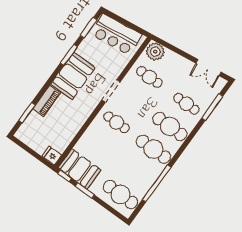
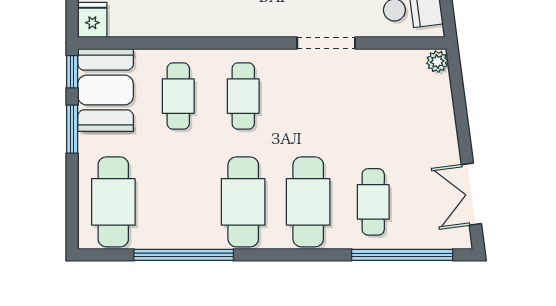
plant: (155, 52) -> (437, 62), width x0.53, depth x0.53
cafe table: (149, 77) -> (178, 96), moved
doorway: (111, 91) -> (326, 43), moved
window: (212, 107) -> (402, 255), width x1.46

